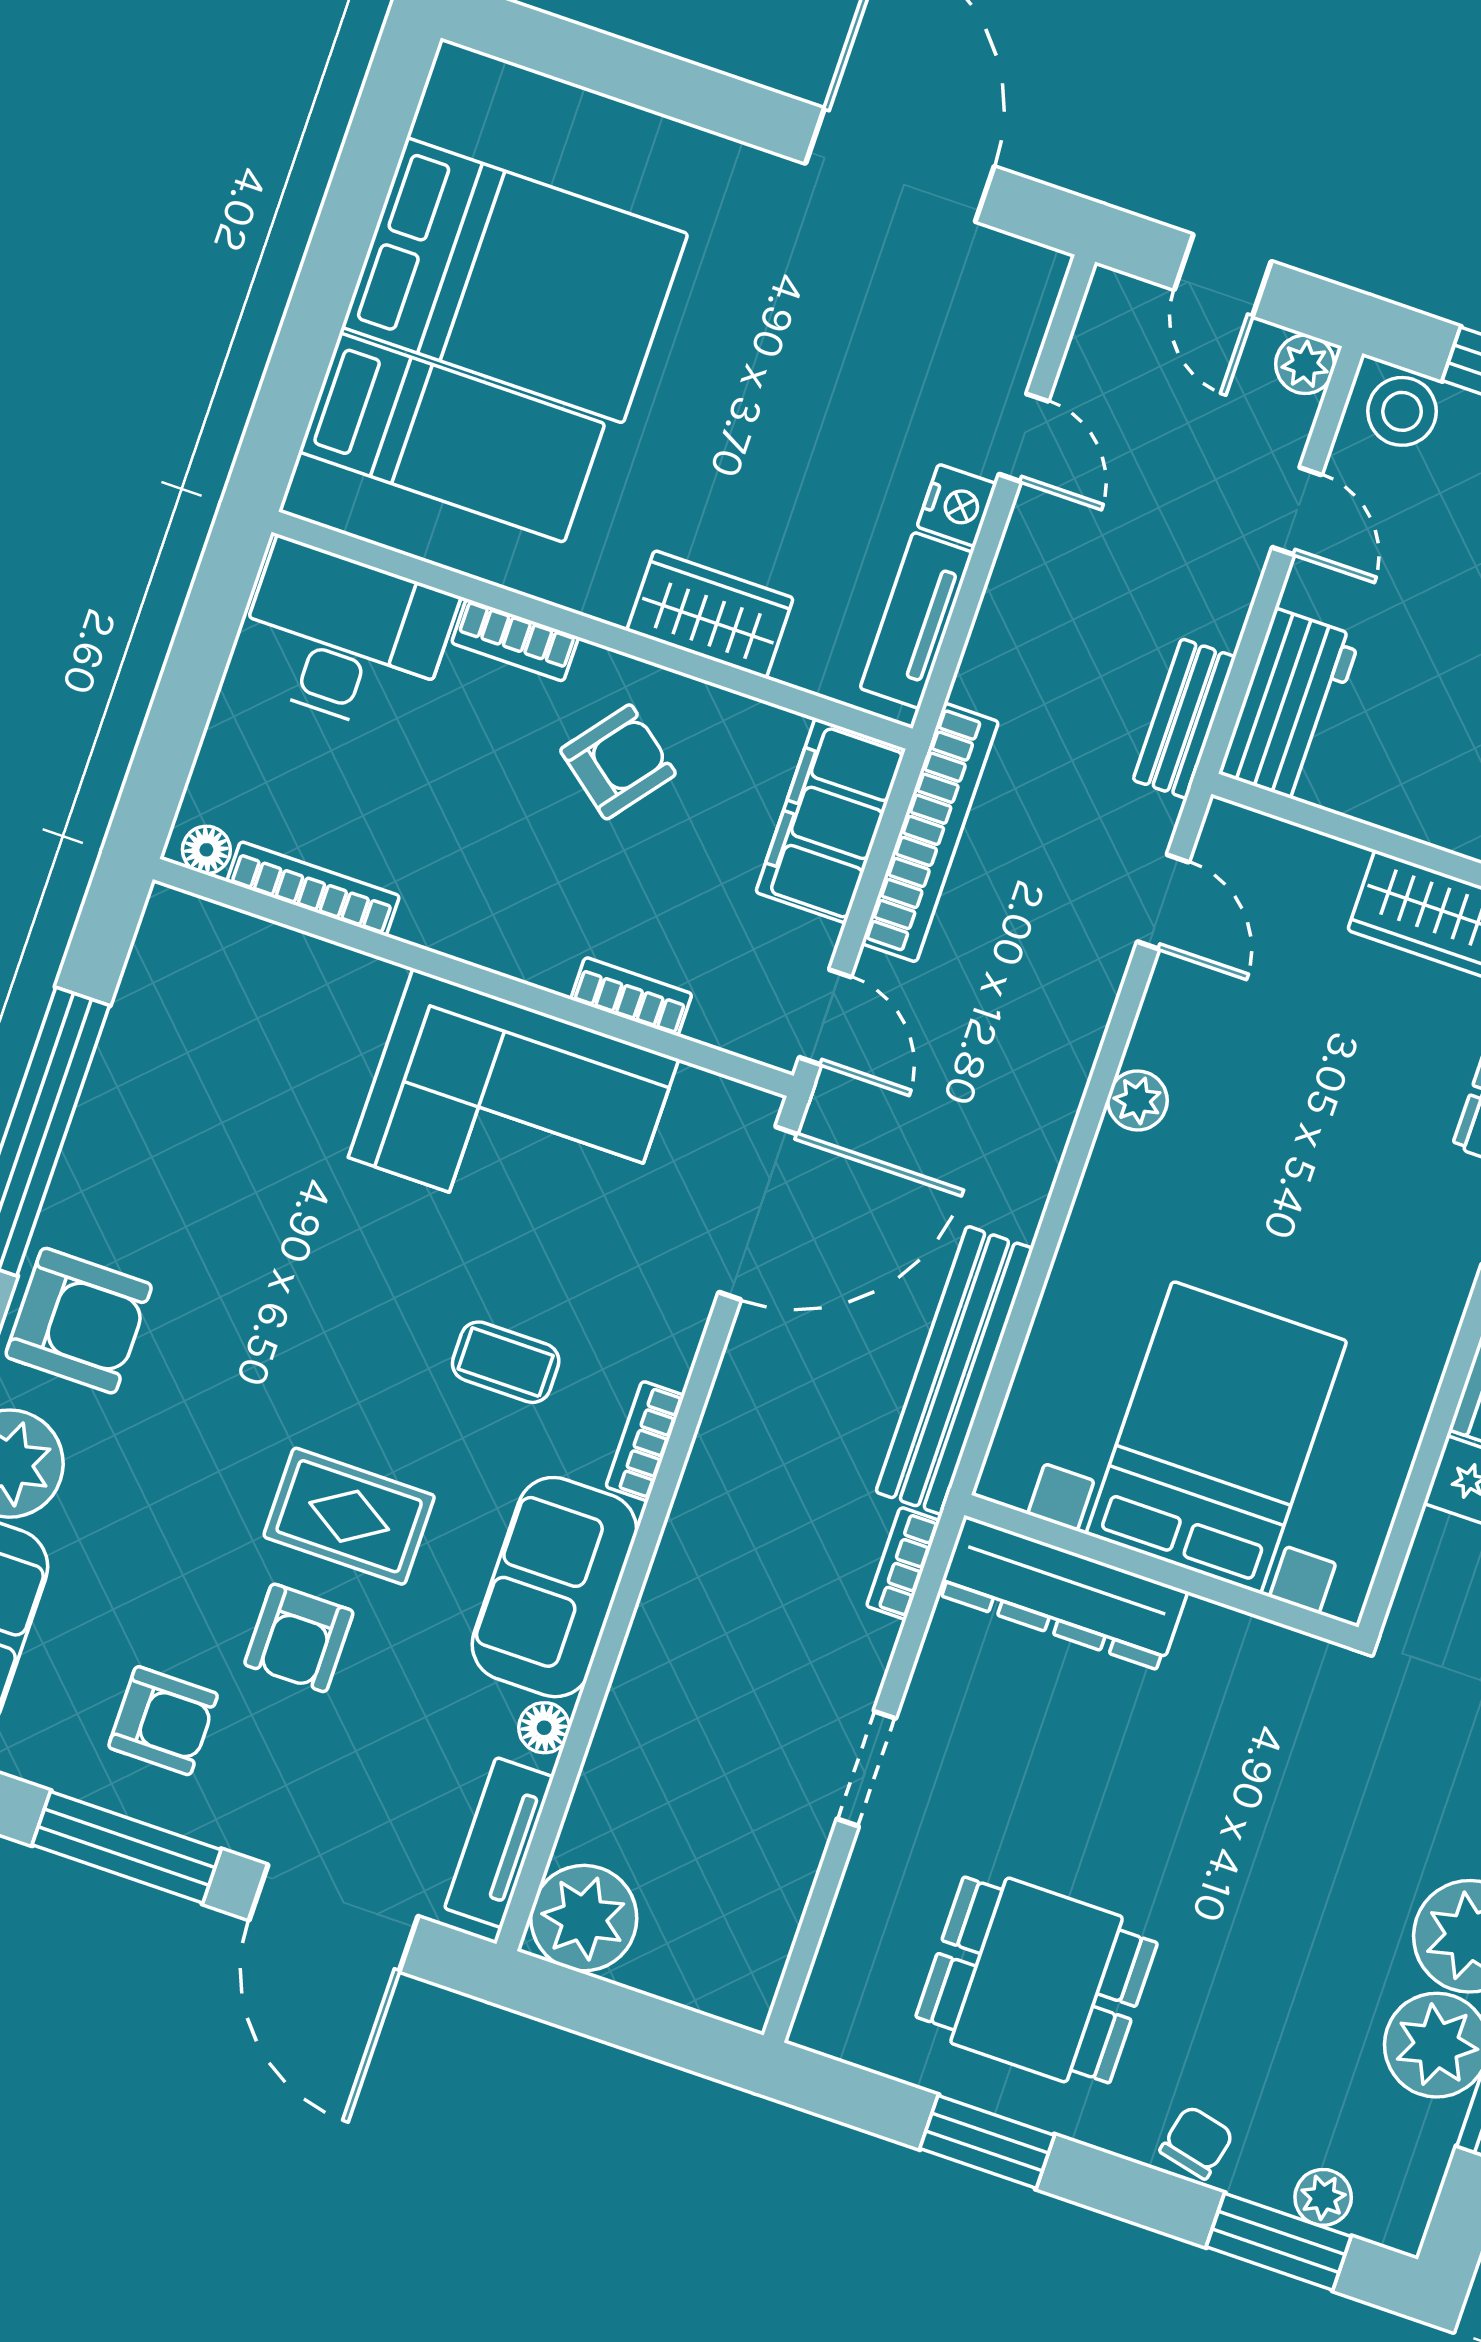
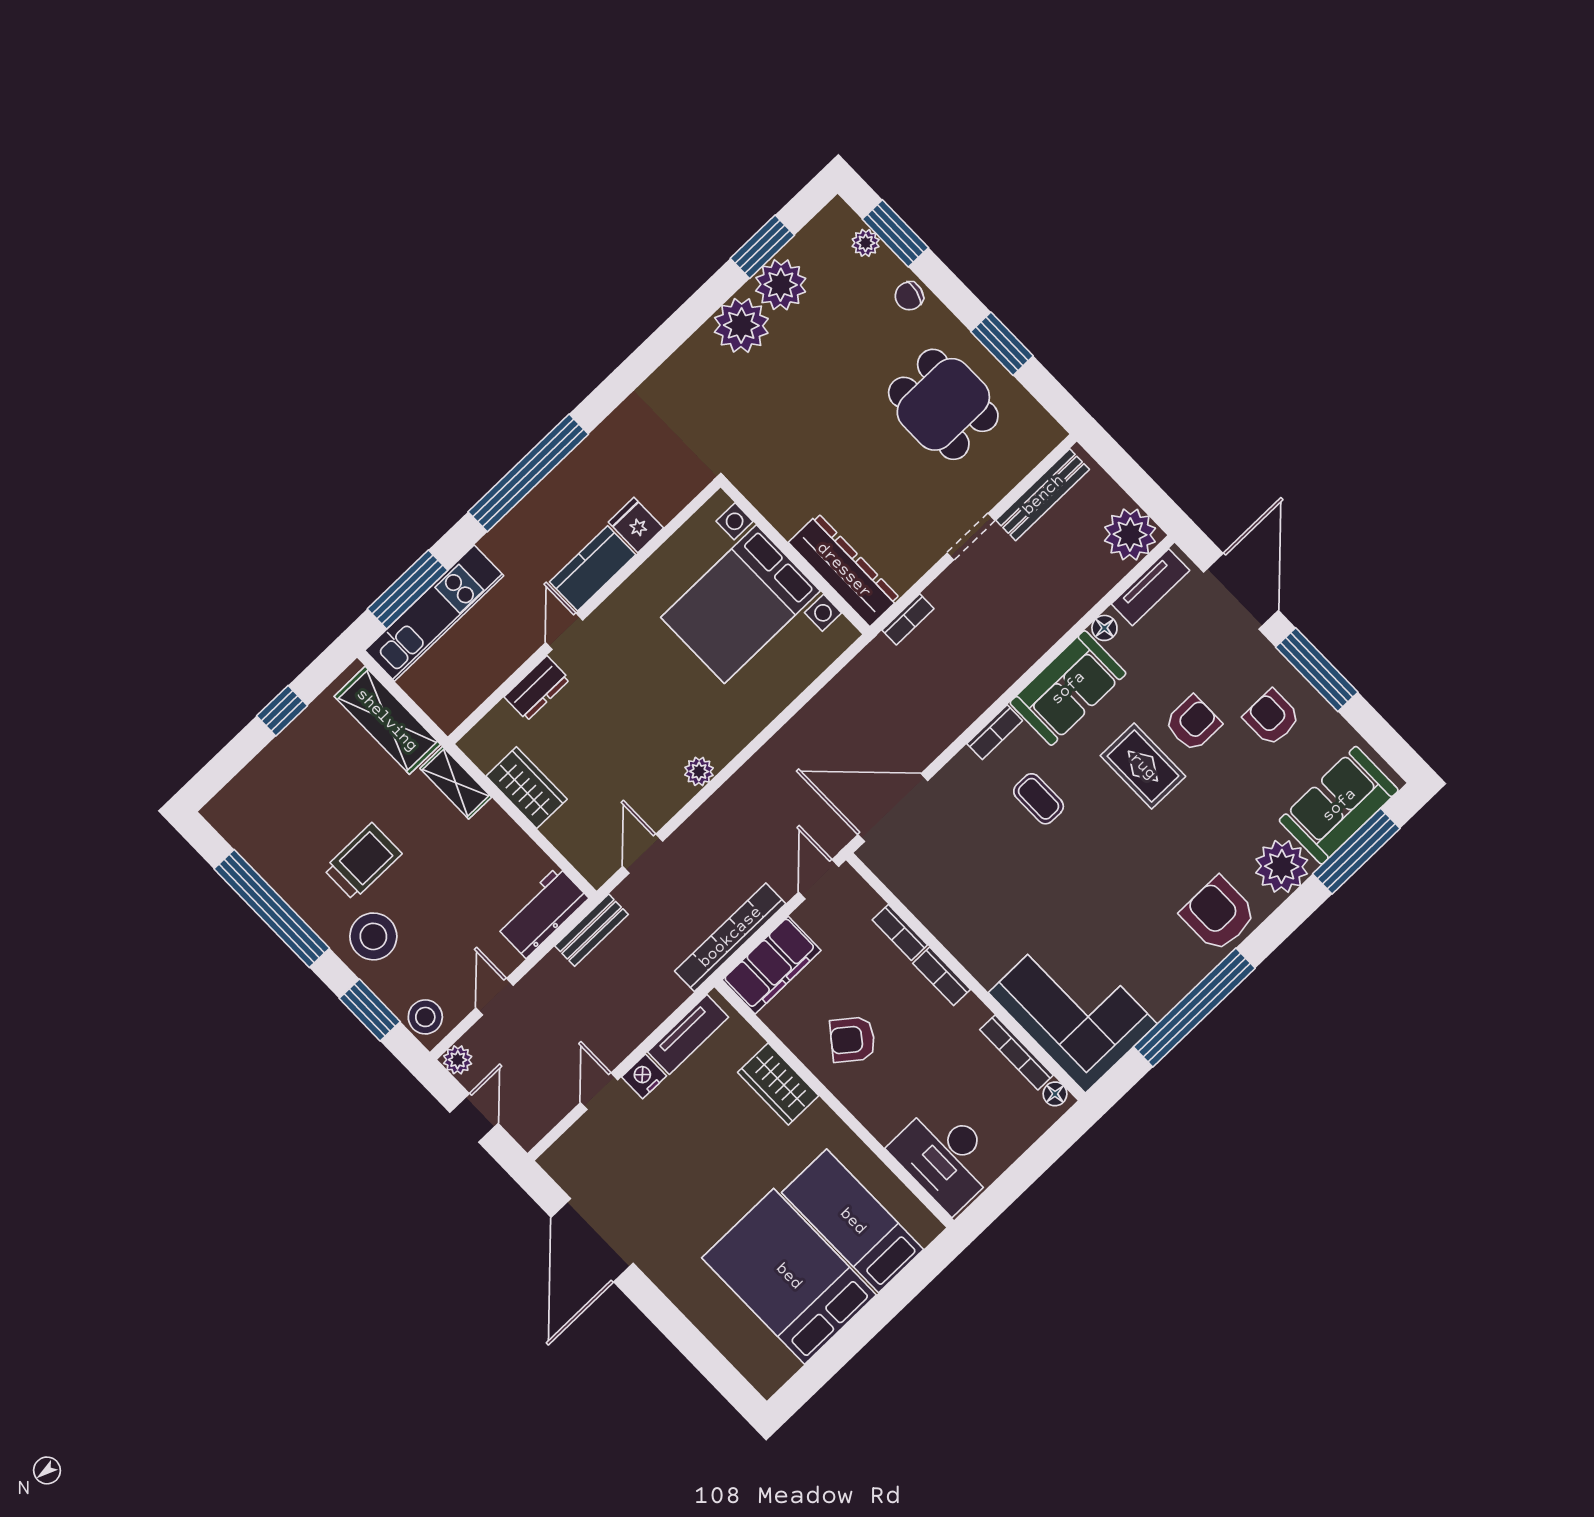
bookcase: (515, 640) -> (942, 976), moved, turned 180
corner sofa: (513, 1108) -> (1073, 1008), moved
bench: (954, 1370) -> (1043, 495), moved, width x0.73, depth x0.82

